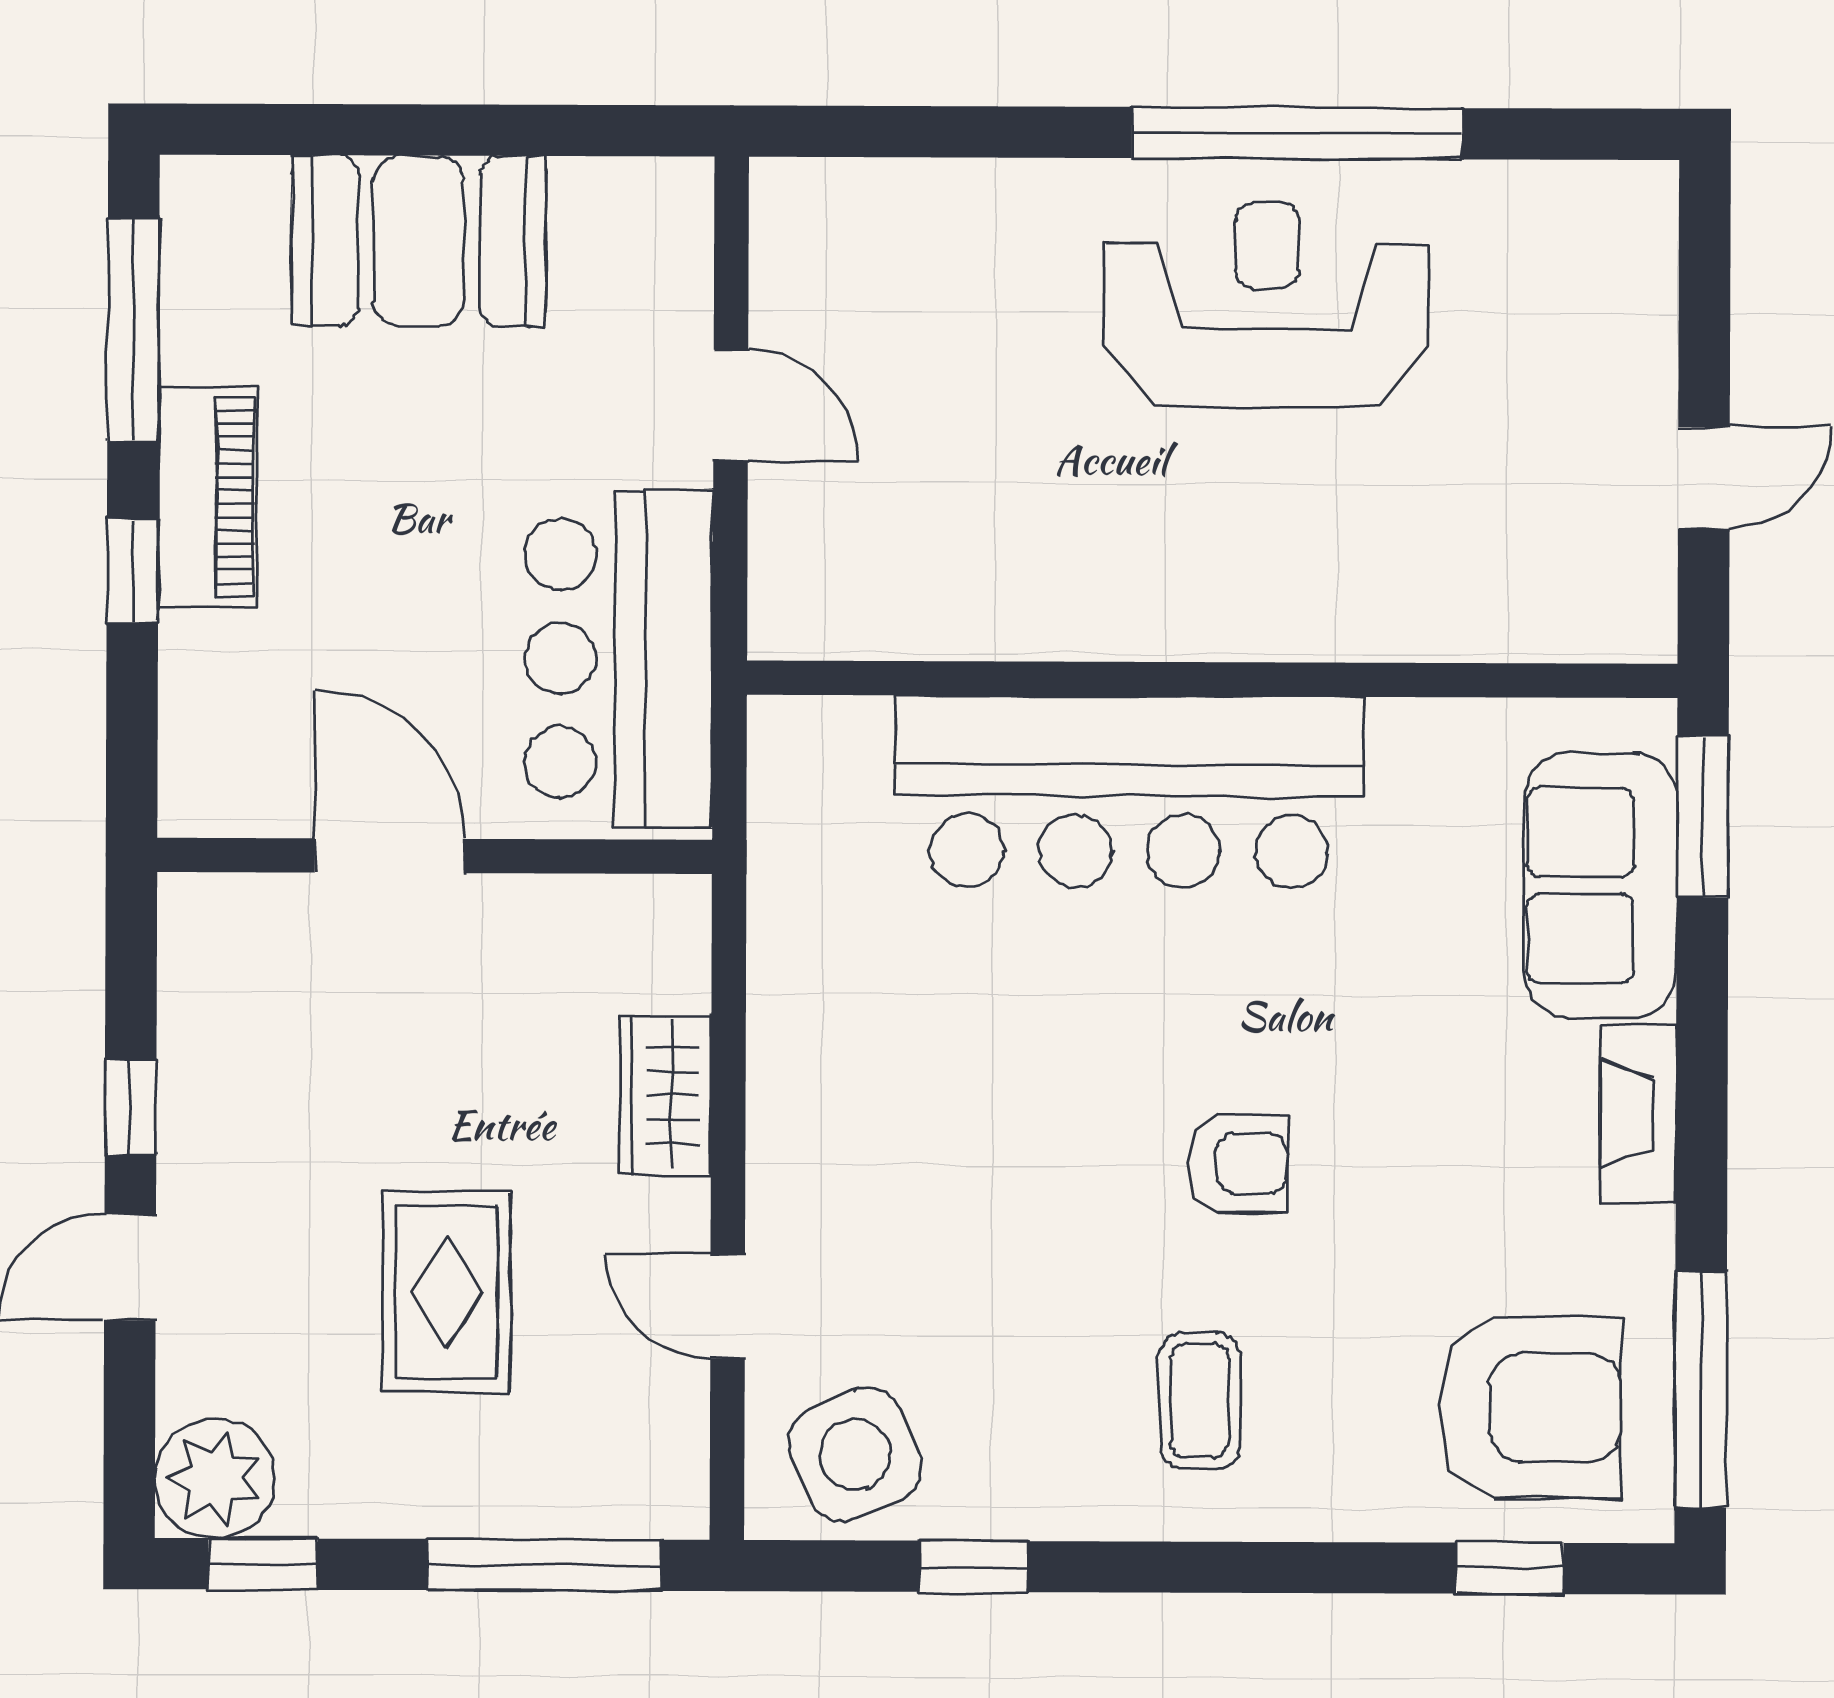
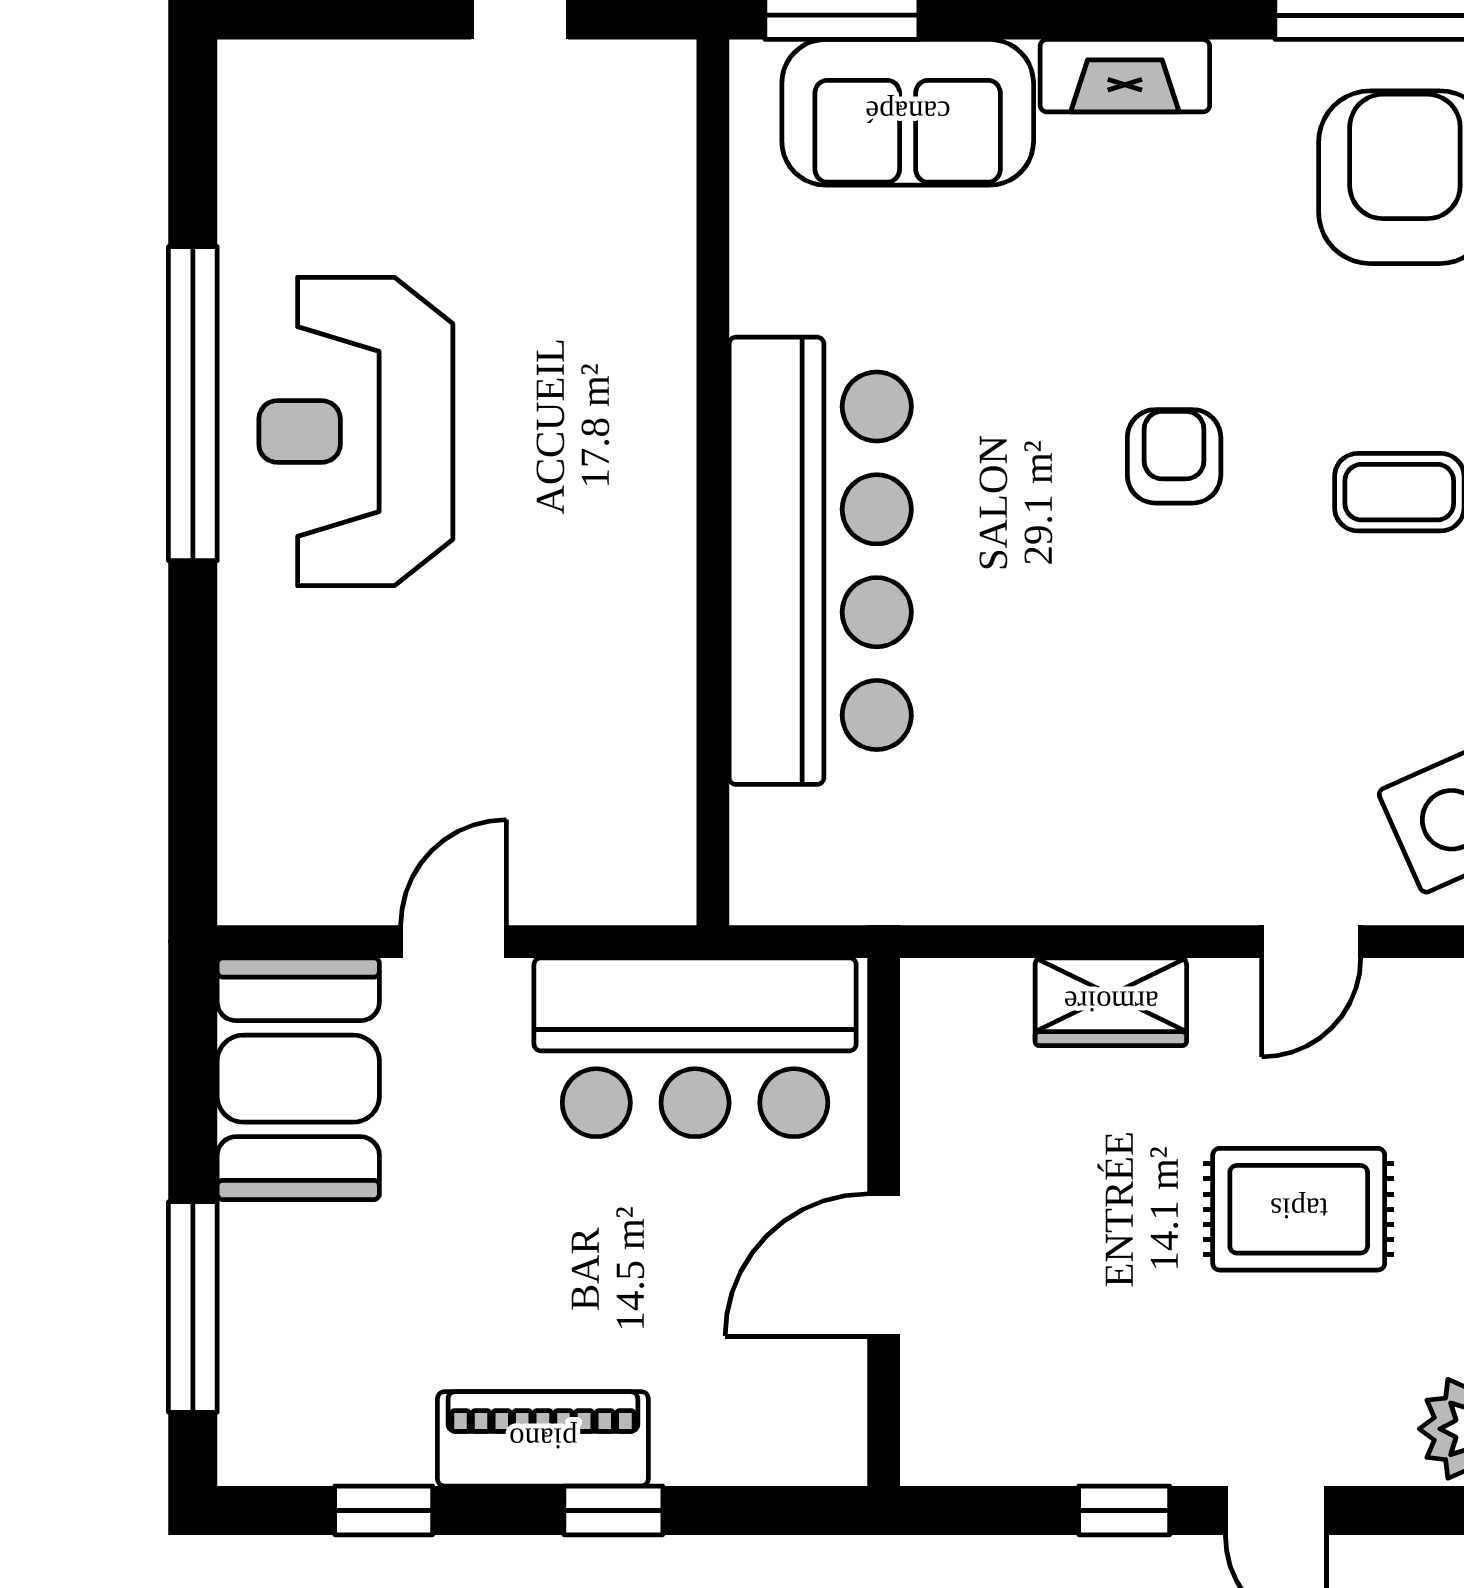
window: (348, 130) -> (193, 1307), added
booth: (419, 241) -> (298, 1079), moved
window: (133, 330) -> (384, 1510), width x0.46

